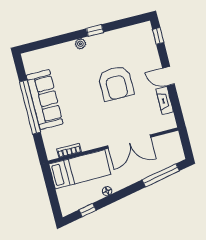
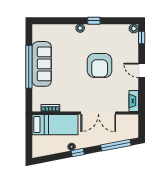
plant: (146, 27) -> (134, 29), added
fireplace: (165, 101) -> (134, 101), moved
window: (88, 210) -> (78, 153), moved

